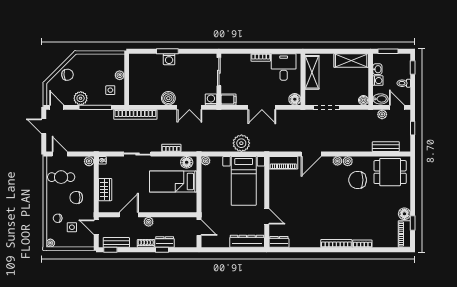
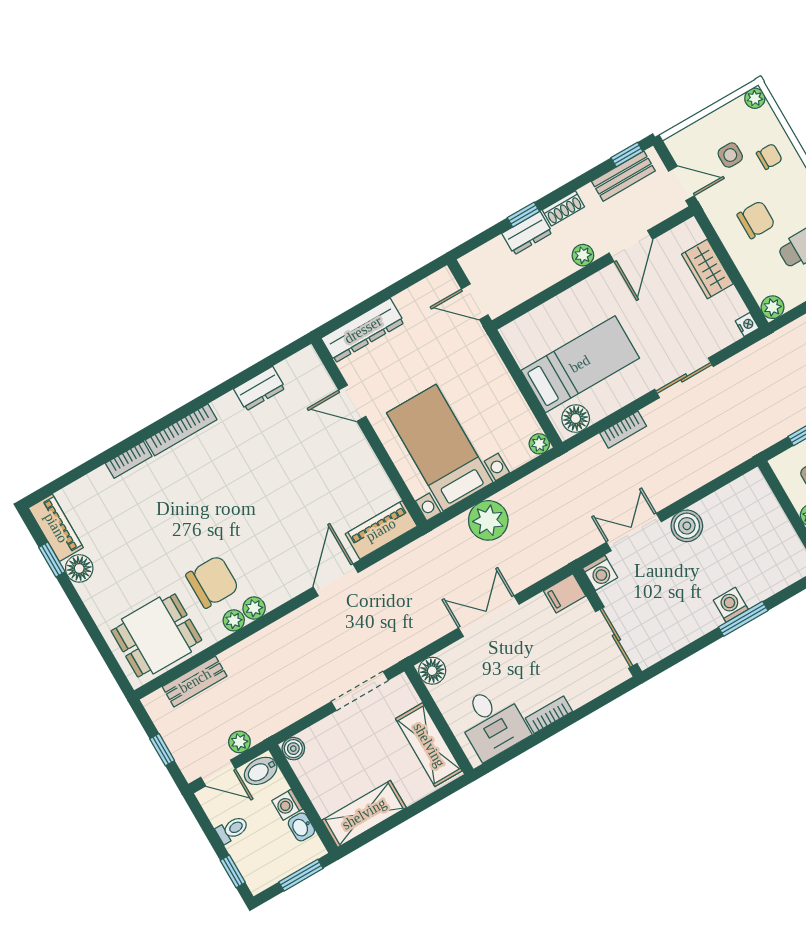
bookcase: (135, 115) -> (734, 455), removed
plant: (337, 161) -> (234, 620), moved
dresser: (279, 242) -> (259, 389), moved

